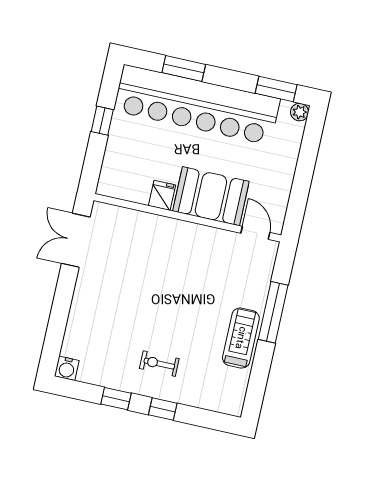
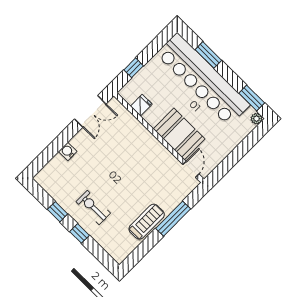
window: (102, 121) -> (134, 68), moved
fridge: (162, 195) -> (141, 105), moved
double door: (76, 240) -> (90, 111), swing flipped
exercise bike: (159, 364) -> (93, 207), width x1.38, depth x1.39
water cooler: (67, 368) -> (68, 151), moved, turned 90

